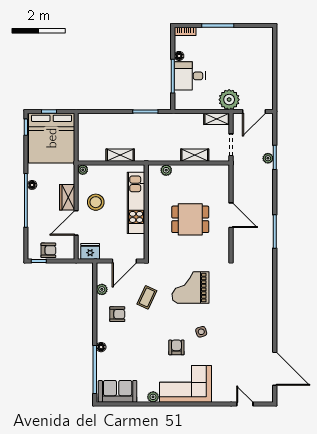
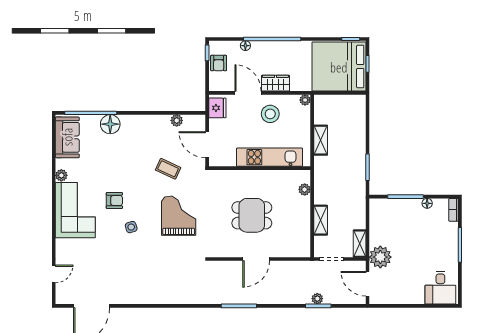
desk: (190, 76) -> (440, 288), moved, turned 180
floor lamp: (32, 185) -> (245, 46), moved
dining table: (190, 219) -> (252, 215), turned 90
armchair: (117, 314) -> (150, 137), removed
floor lamp: (101, 347) -> (110, 124), width x1.89, depth x1.89

